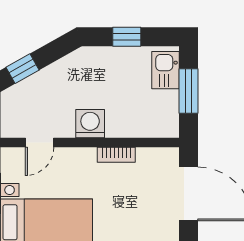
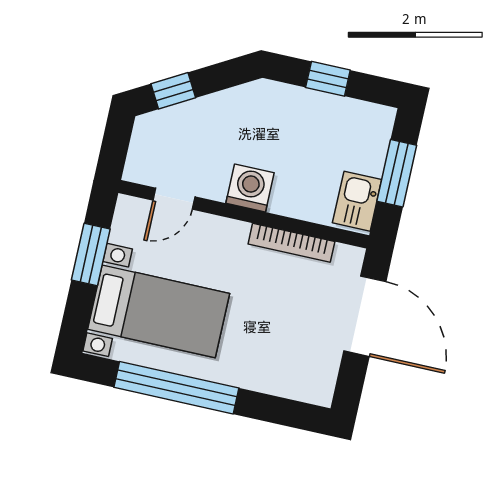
kitchen sink: (166, 70) -> (357, 201), moved
bookcase: (116, 155) -> (291, 243), width x1.56

